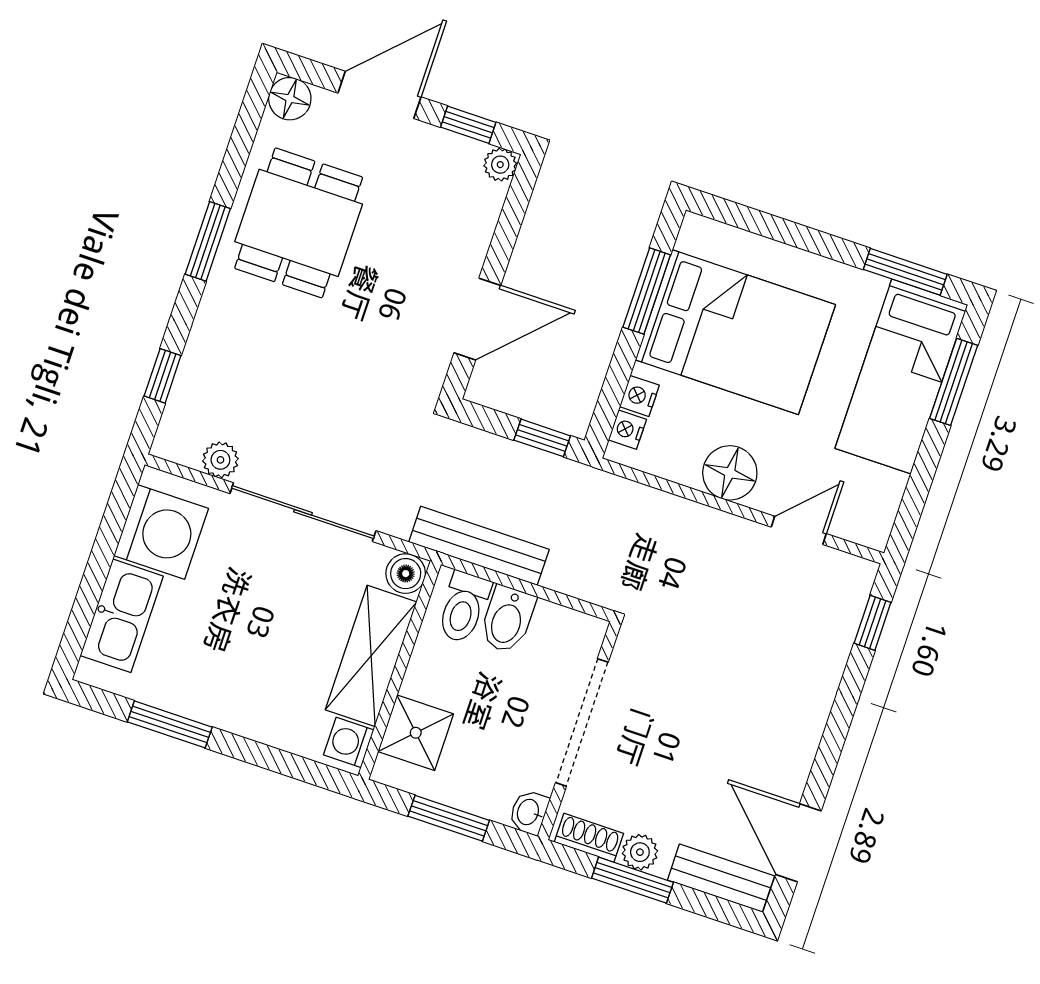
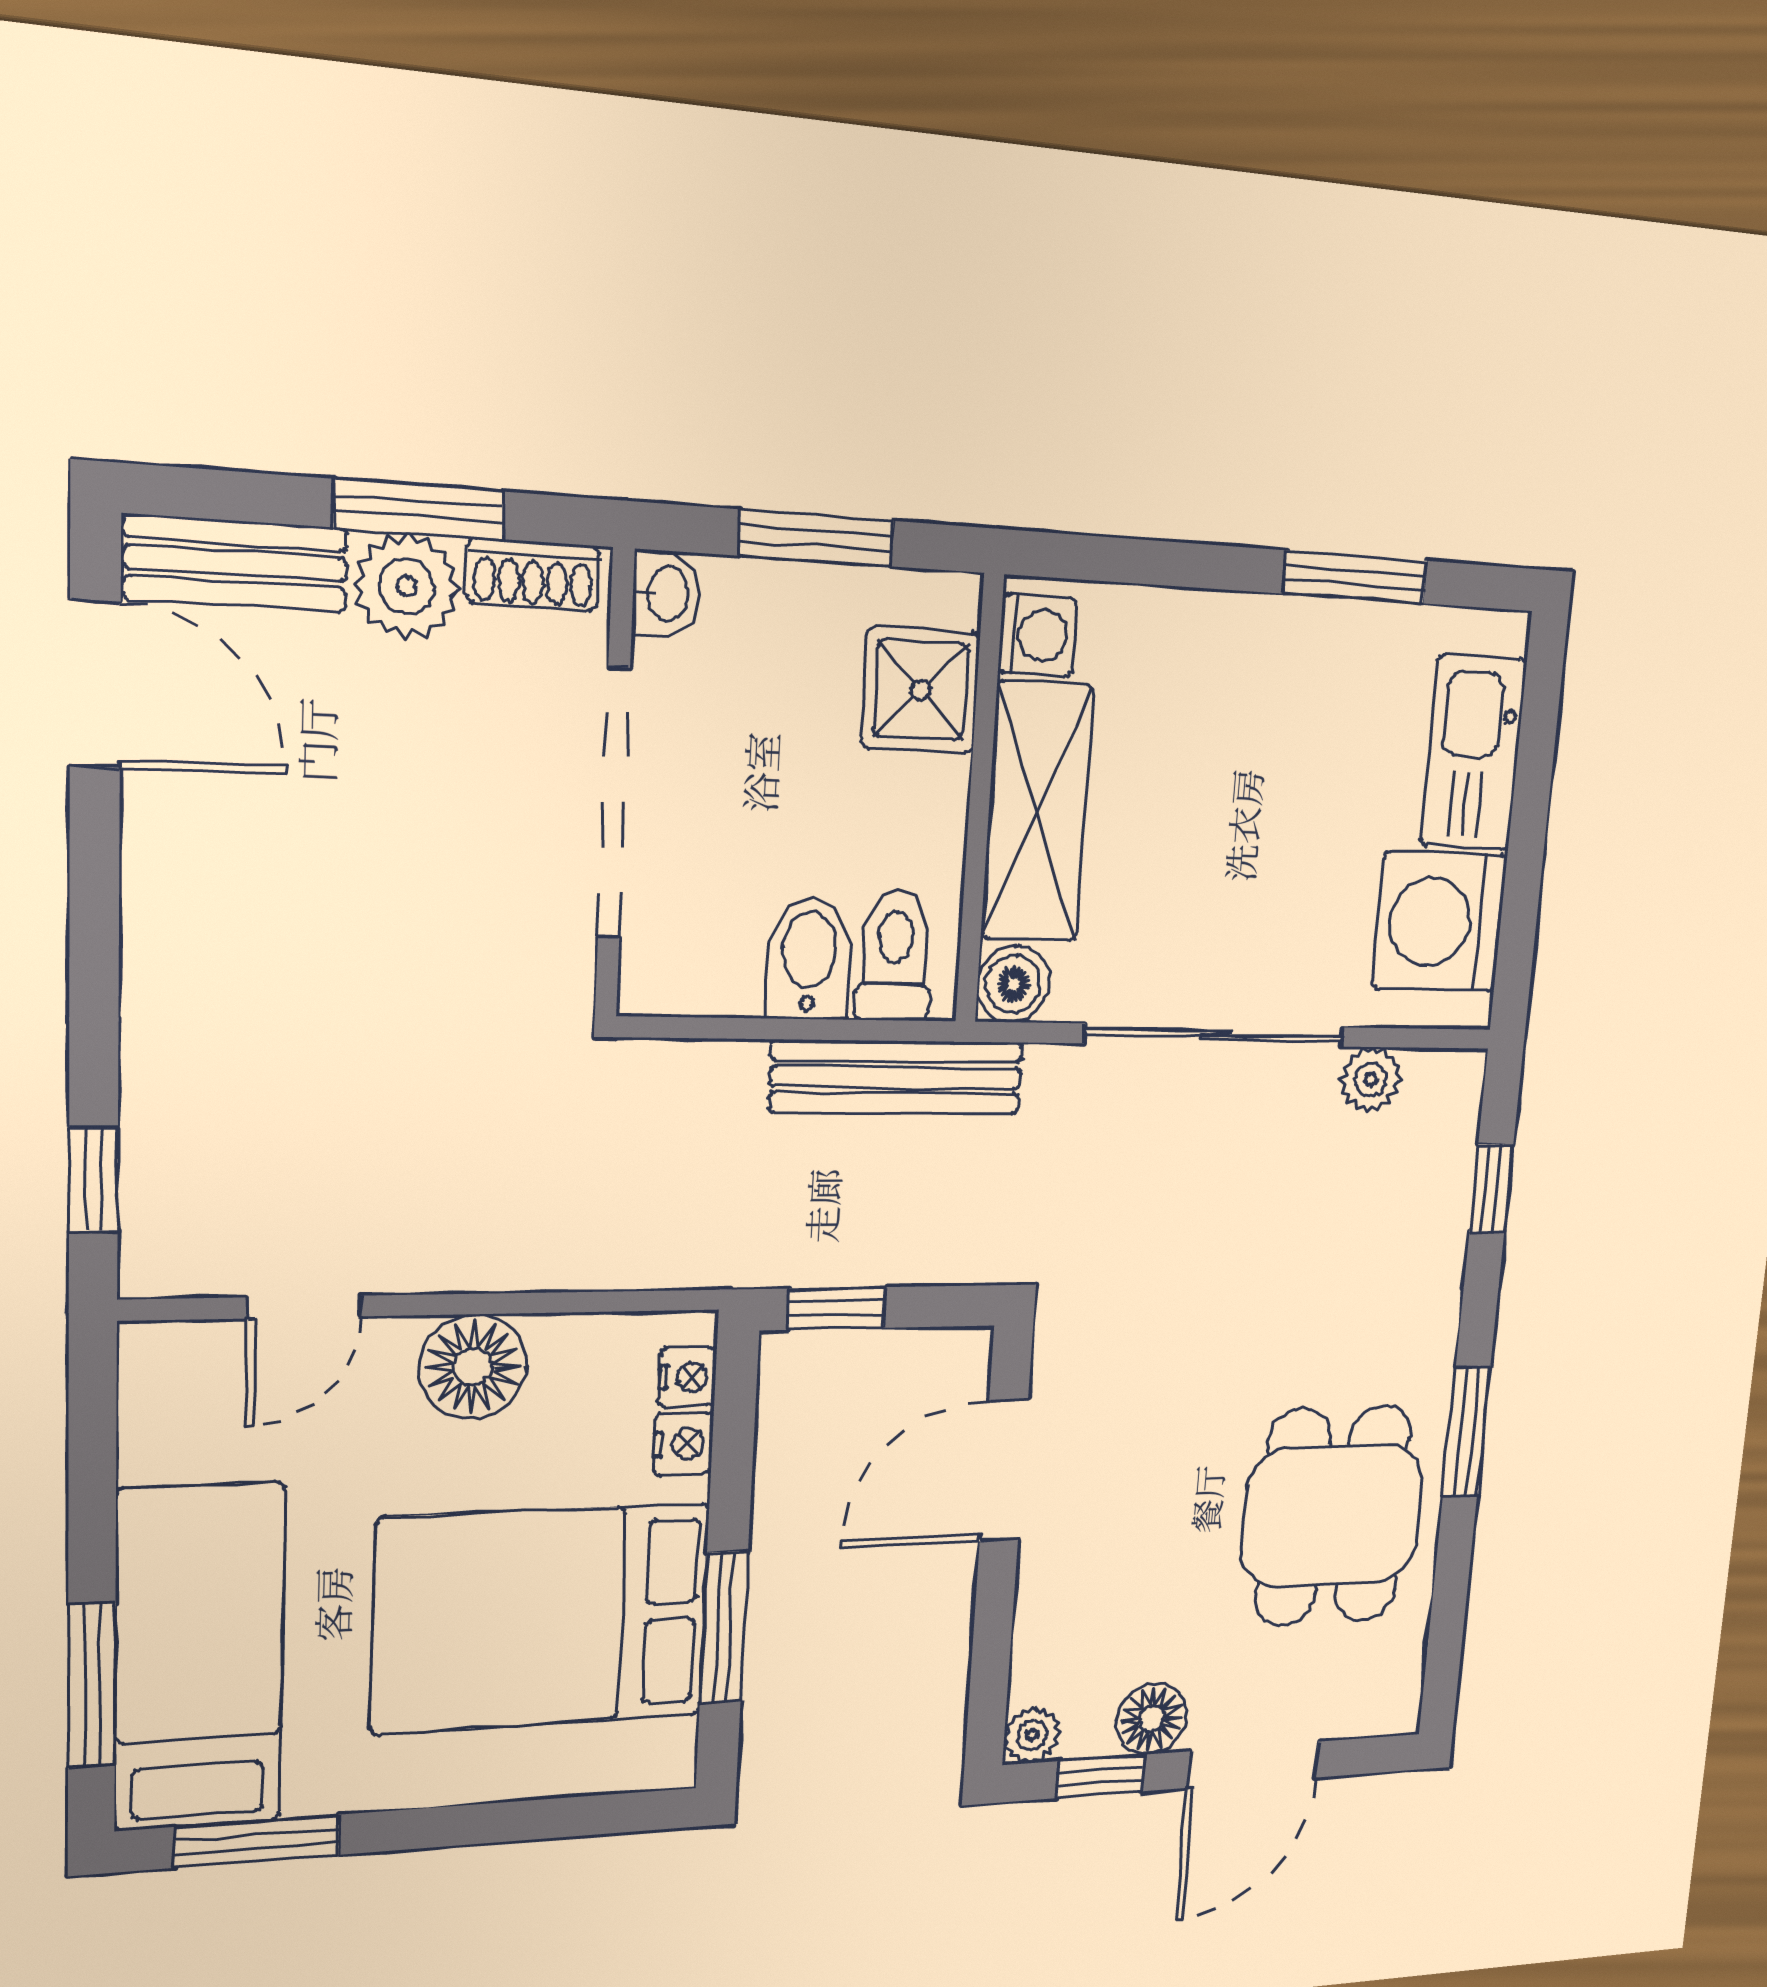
floor lamp: (290, 99) -> (1151, 1719), moved
plant: (640, 852) -> (407, 586), width x1.38, depth x1.38

